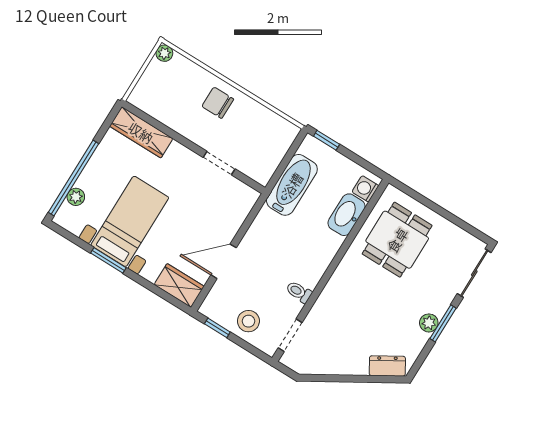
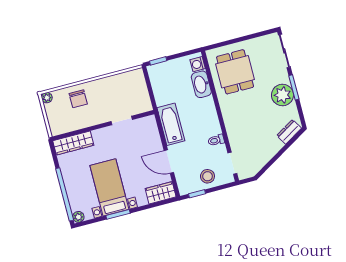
chair: (218, 103) -> (78, 99), moved, turned -90
bathtub: (292, 185) -> (171, 124), moved
plant: (76, 197) -> (78, 217), moved
door: (224, 261) -> (169, 162), hinge flipped
plant: (429, 323) -> (282, 95), width x1.87, depth x1.87

